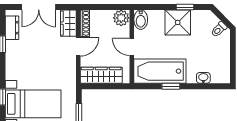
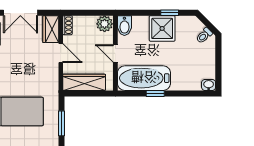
shoe rack: (85, 23) -> (67, 25), width x0.70
door: (78, 47) -> (61, 53), hinge flipped
washbasin: (203, 78) -> (209, 85), moved

